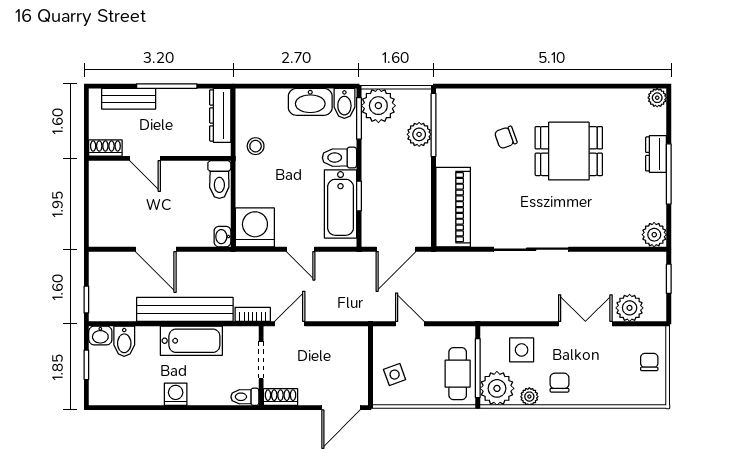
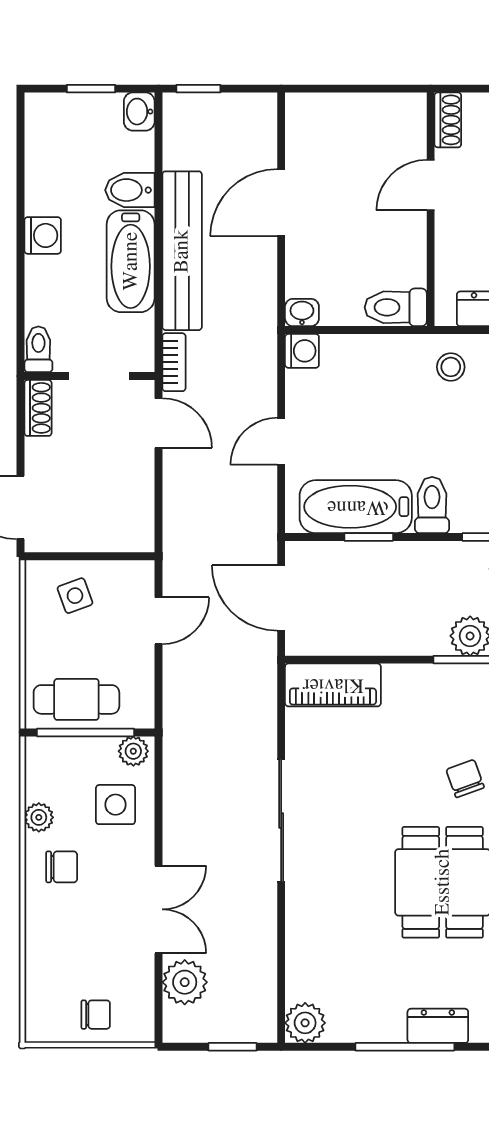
piano: (453, 207) -> (333, 685), width x0.73, depth x0.75
washing machine: (255, 227) -> (302, 351), width x0.53, depth x0.53
bidet: (124, 341) -> (130, 190), moved
plant: (497, 388) -> (133, 751), moved, width x0.53, depth x0.53

